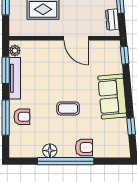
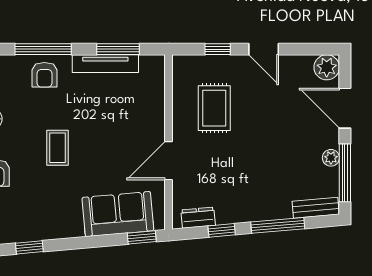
plant: (15, 51) -> (149, 64), removed
sofa: (112, 97) -> (118, 214), moved

